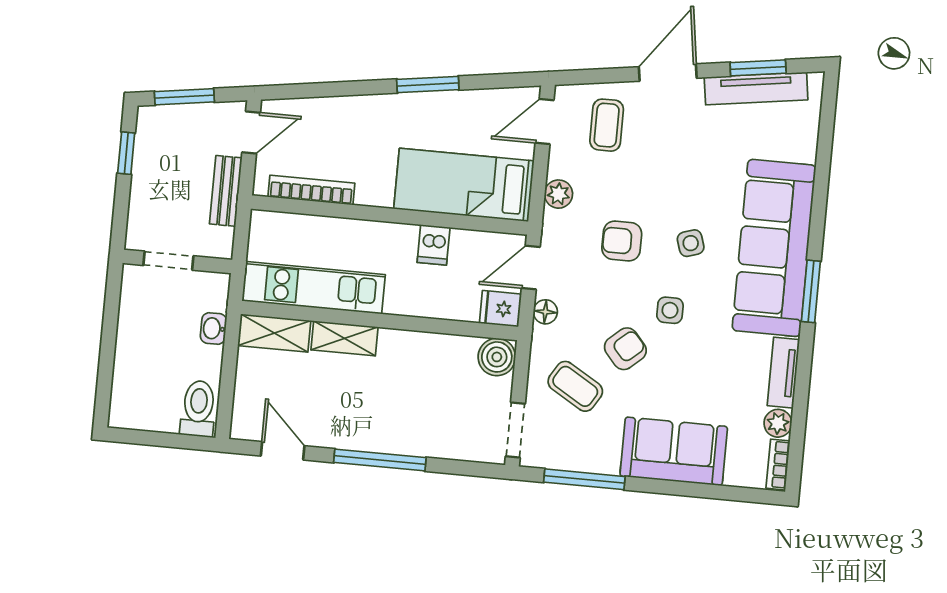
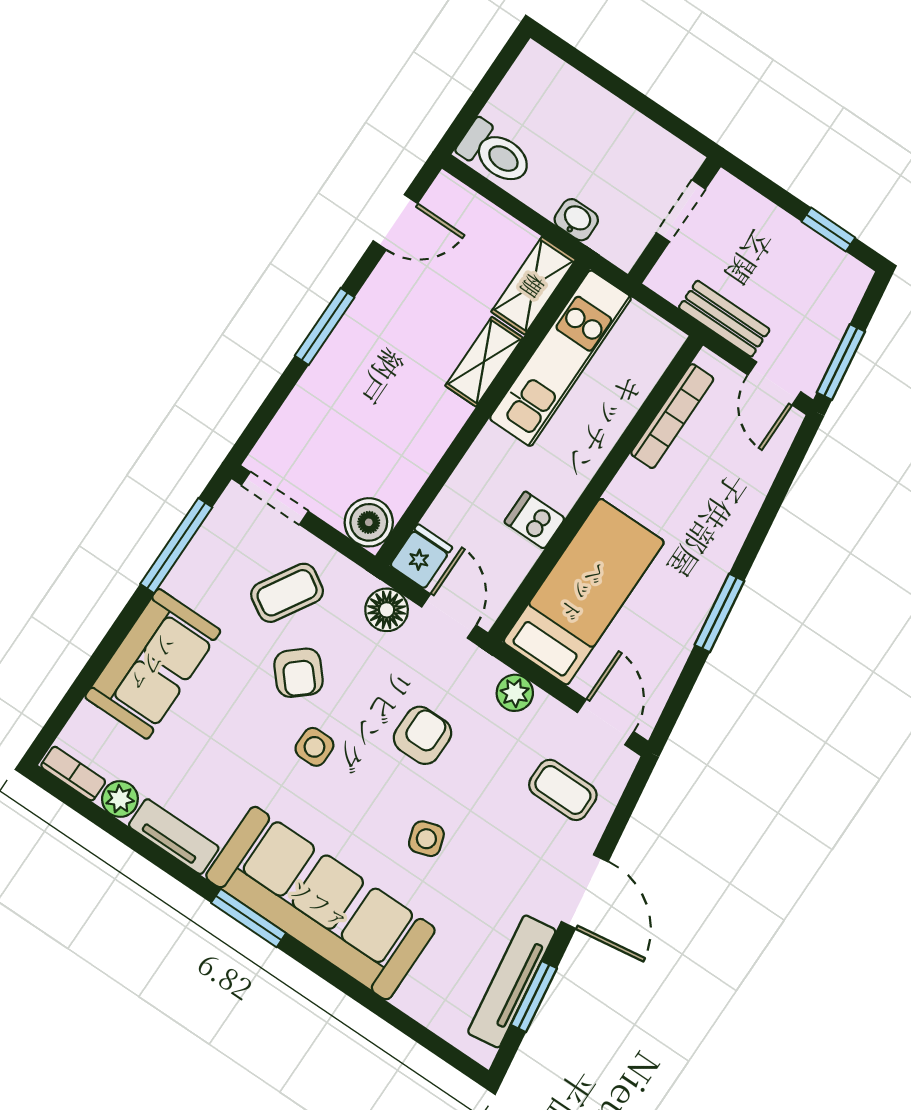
window: (184, 97) -> (841, 362), moved
side table: (691, 243) -> (426, 839), moved
floor lamp: (545, 312) -> (387, 610), width x1.37, depth x1.37
window: (380, 460) -> (325, 326), width x0.69

